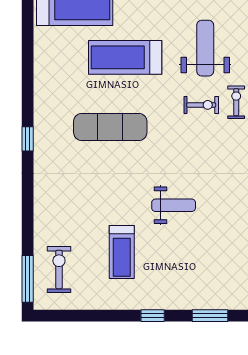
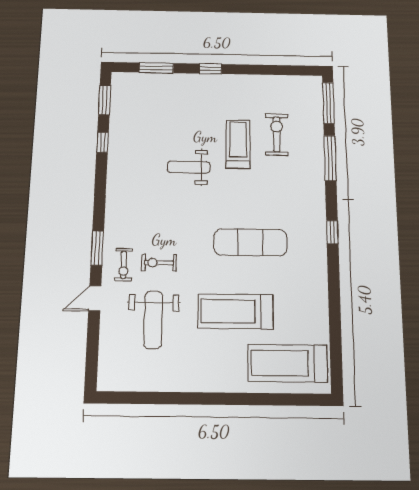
treadmill: (125, 57) -> (235, 311), turned 180
window: (28, 218) -> (330, 158), added
treadmill: (122, 252) -> (238, 144), moved
exercise bike: (59, 269) -> (277, 134), moved, turned 180

